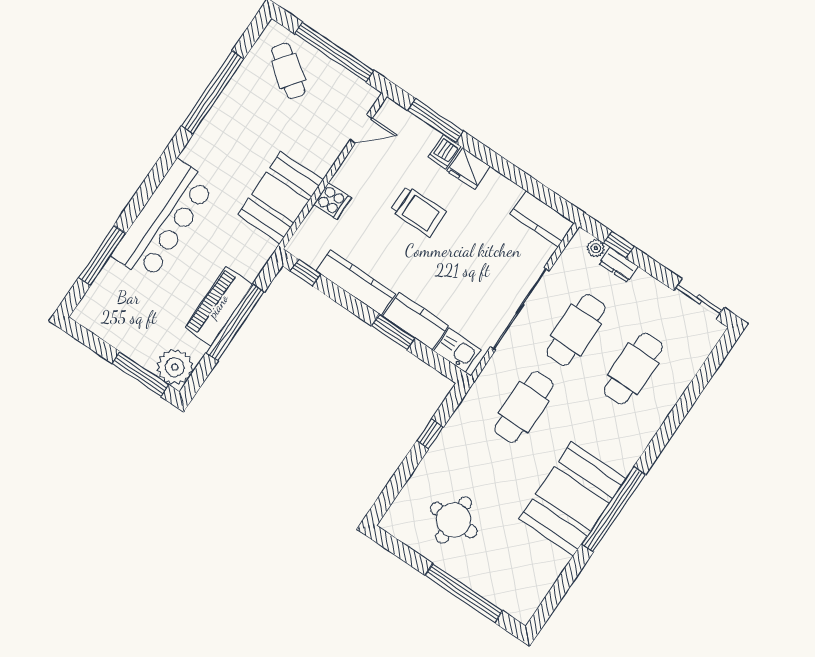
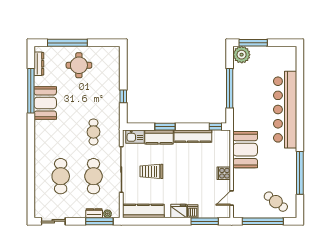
cooker: (333, 201) -> (224, 173), moved
trolley: (418, 211) -> (151, 171), moved
kitchen counter: (542, 219) -> (143, 211), width x1.50
bar counter: (164, 220) -> (285, 110), width x1.36
window: (619, 245) -> (99, 221), width x2.17
window: (102, 256) -> (300, 79), removed
piano: (218, 306) -> (241, 90), removed
cafe table: (524, 407) -> (93, 132), width x0.73, depth x0.74
booth: (572, 499) -> (45, 103), width x0.73, depth x0.70
window: (613, 509) -> (31, 91), moved
round table: (454, 520) -> (79, 65), moved
dresser: (538, 590) -> (39, 64), added

